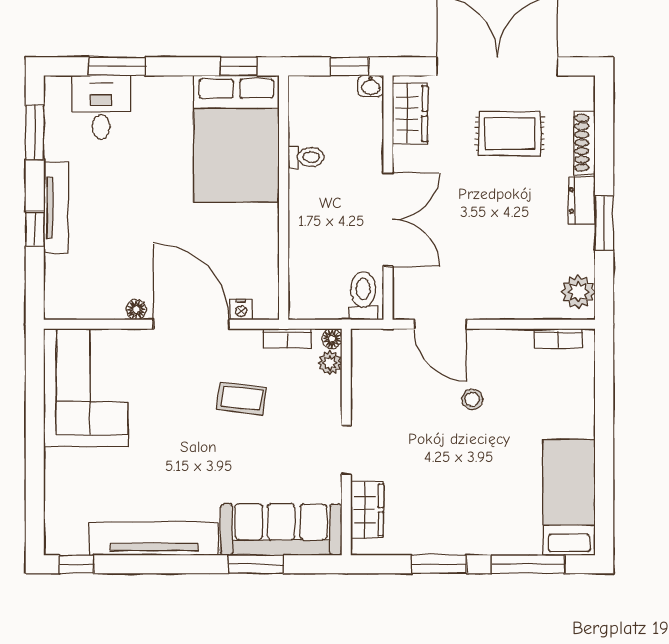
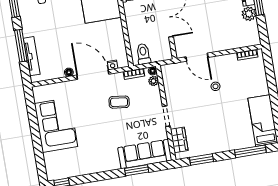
tv unit: (56, 208) -> (32, 56), moved
window: (35, 229) -> (21, 46), width x2.17
plant: (578, 292) -> (249, 14), moved
toilet: (363, 296) -> (143, 54), moved
corner sofa: (86, 388) -> (56, 125), moved
tv unit: (154, 539) -> (92, 167), removed
window: (439, 564) -> (202, 159), moved

